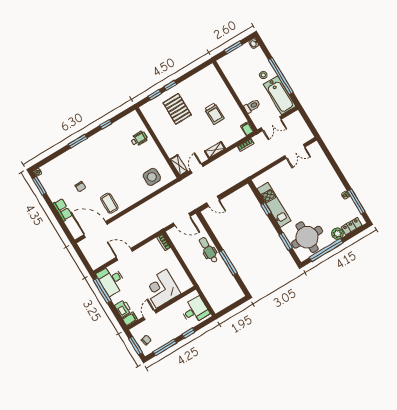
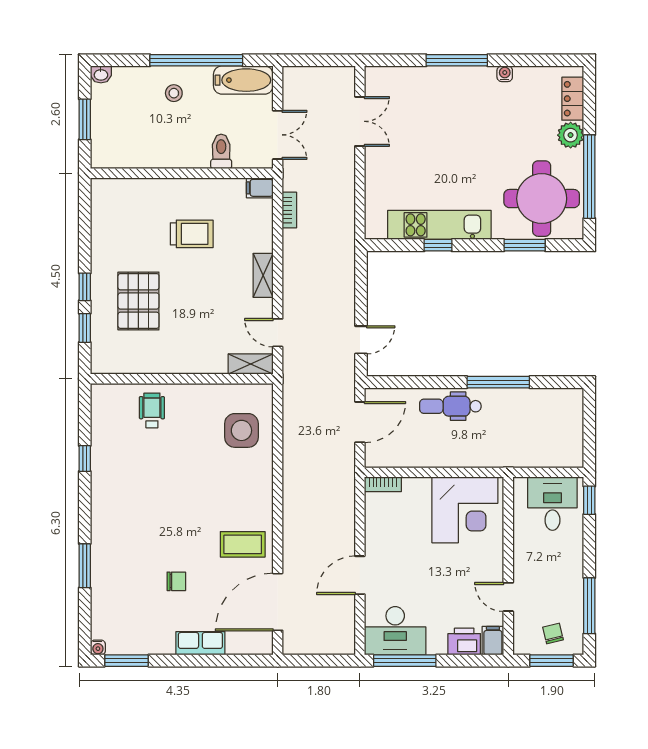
bathtub: (280, 95) -> (243, 80), width x0.73, depth x0.73
pallet: (177, 109) -> (138, 301), turned 90
window: (78, 141) -> (85, 566), moved
window: (356, 201) -> (457, 60), moved
corner desk: (161, 289) -> (465, 510), moved, turned -90
window: (188, 333) -> (589, 500), moved

